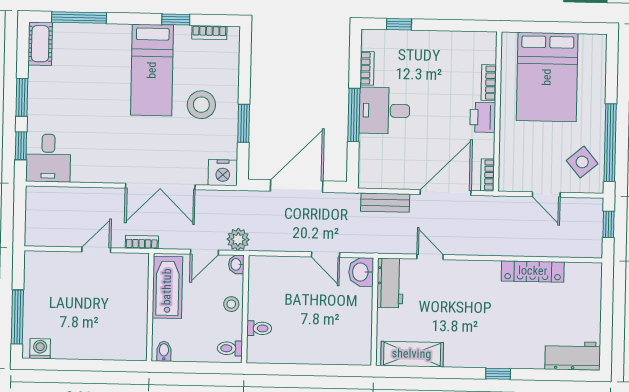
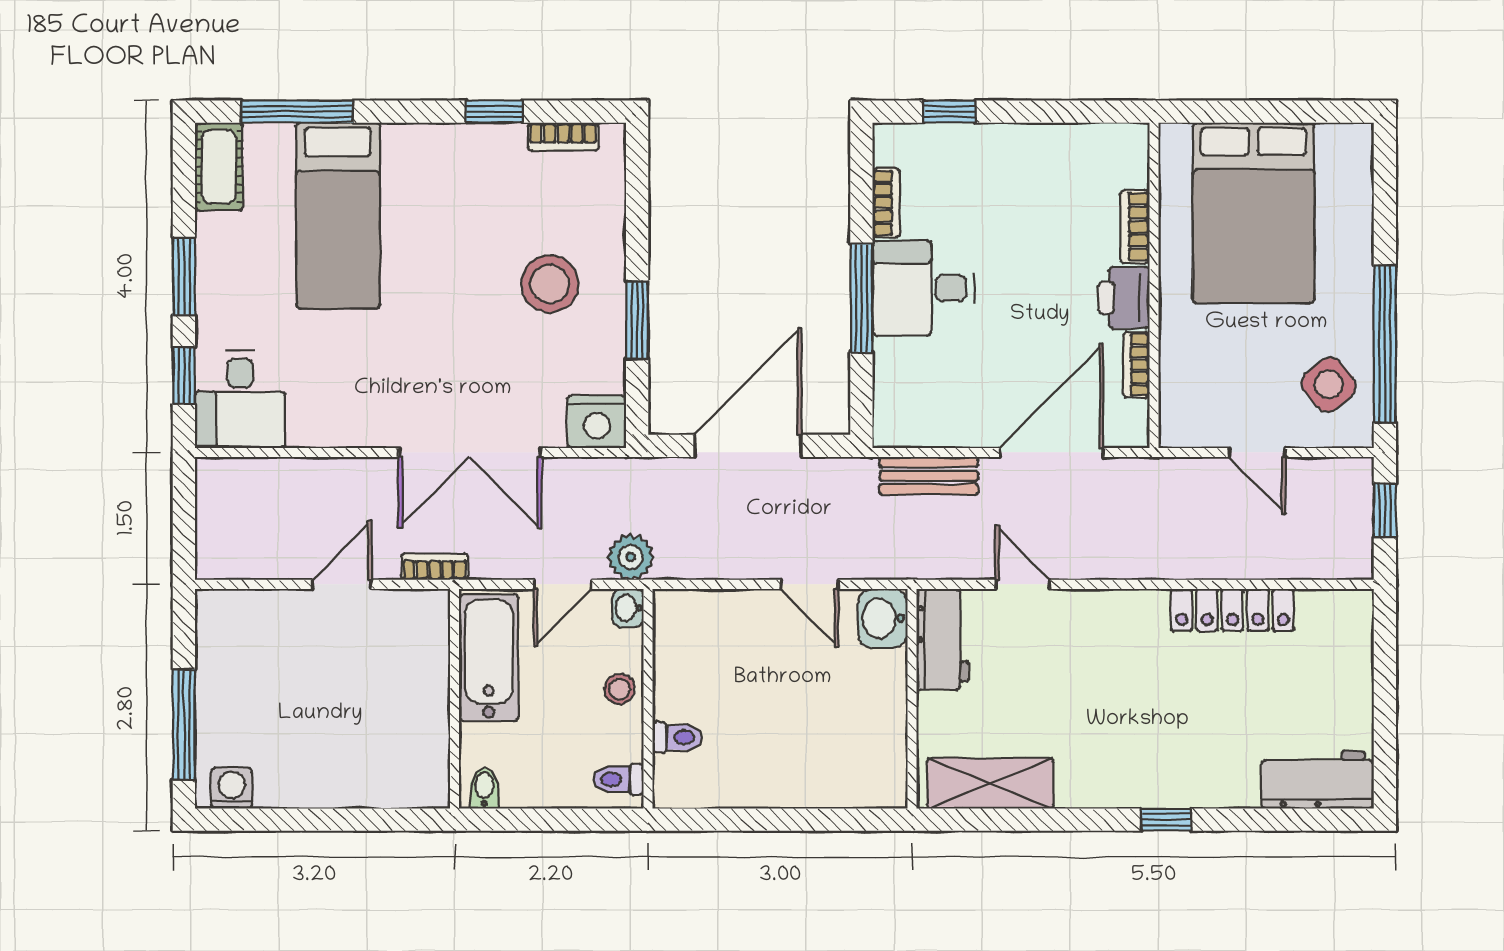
bed: (152, 70) -> (338, 216), moved
bookcase: (488, 175) -> (1136, 365), moved

